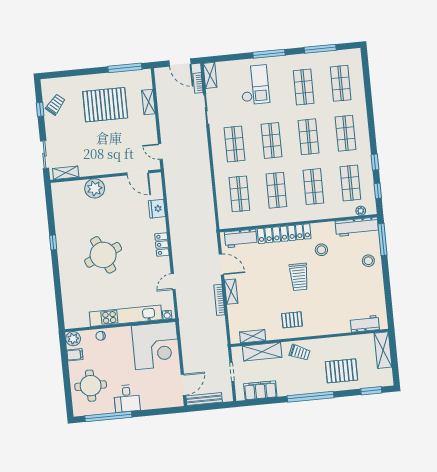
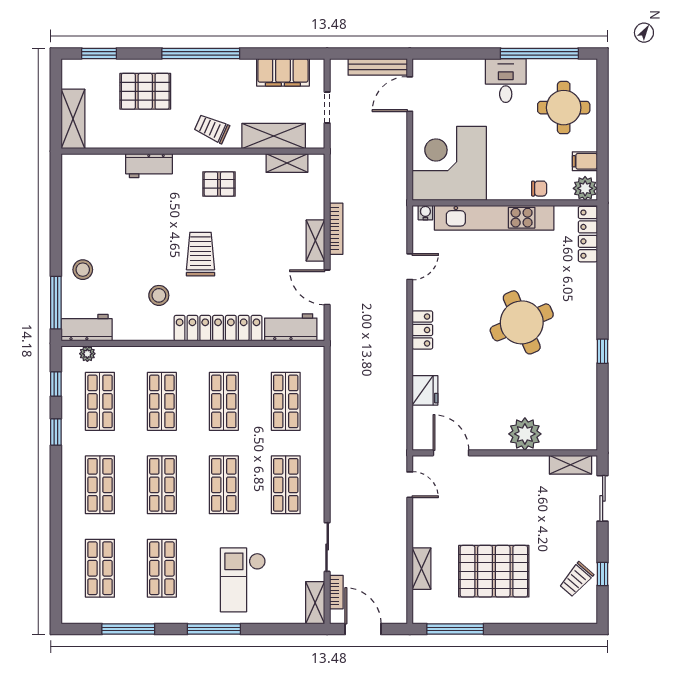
workbench: (357, 227) -> (87, 328), width x0.73
locker: (69, 311) -> (588, 234), added
workbench: (365, 324) -> (149, 166), moved

